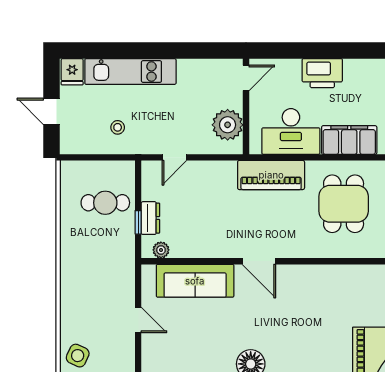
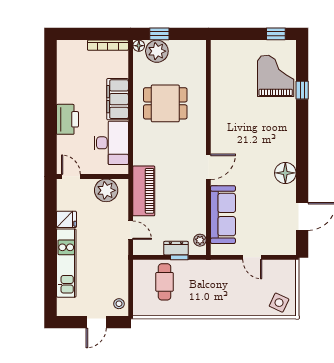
fridge: (72, 72) -> (66, 219), moved
stool: (118, 127) -> (119, 304), moved
piano: (271, 175) -> (144, 191), moved
door: (138, 320) -> (252, 257), swing flipped

